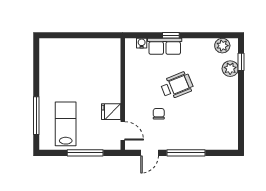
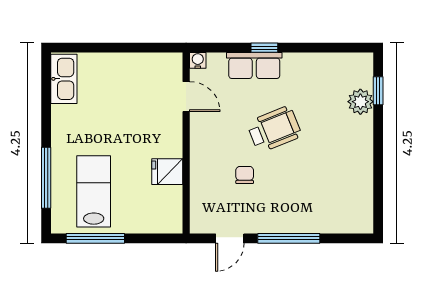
water cooler: (142, 43) -> (198, 60), moved
plant: (222, 46) -> (348, 64), removed
kitchen sink: (47, 54) -> (64, 79), added
door: (123, 131) -> (186, 97), moved
window: (85, 153) -> (95, 238), moved

